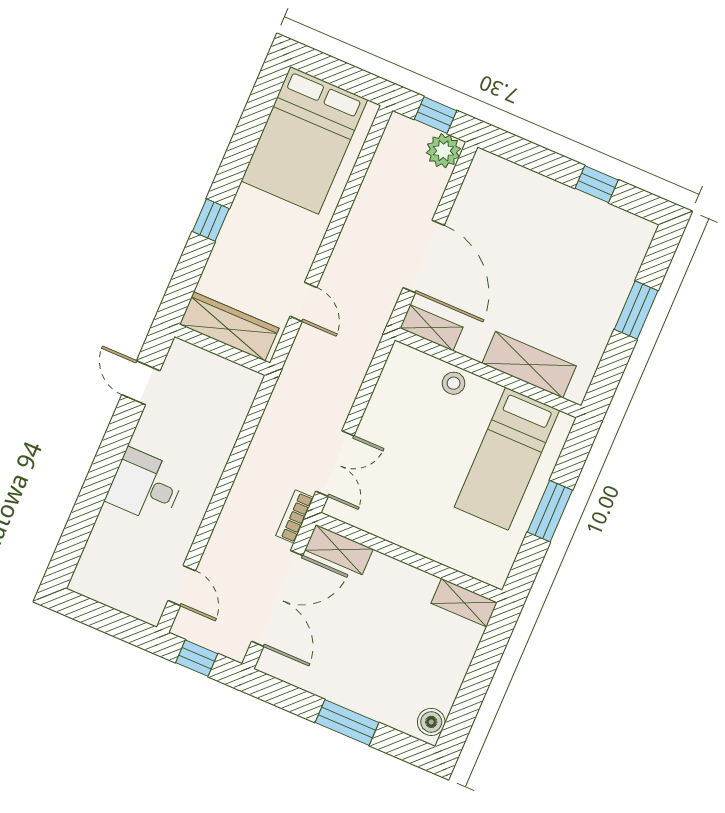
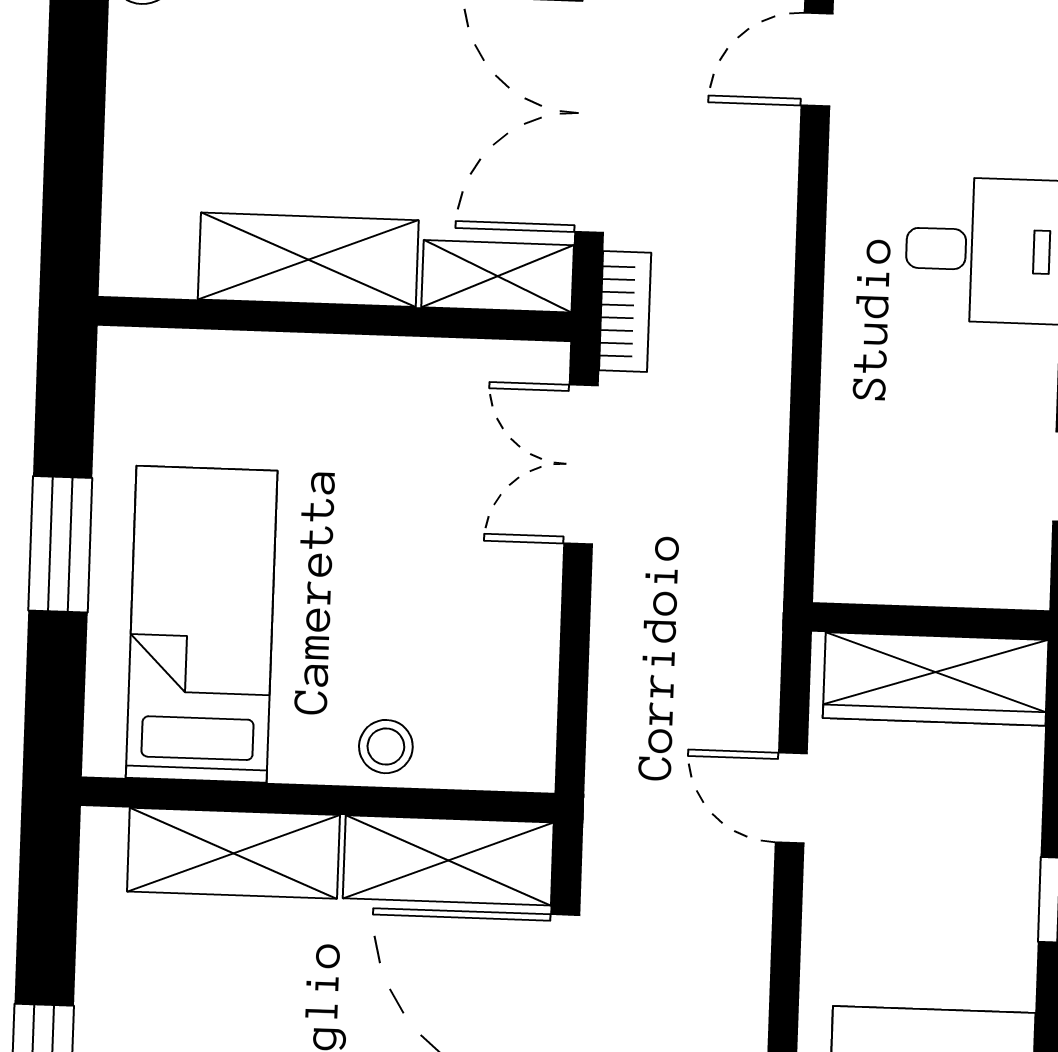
shelving: (431, 328) -> (448, 860), width x1.50, depth x1.33
door: (182, 586) -> (817, 60), hinge flipped
shelving: (464, 603) -> (308, 260), moved, width x1.50, depth x1.33

